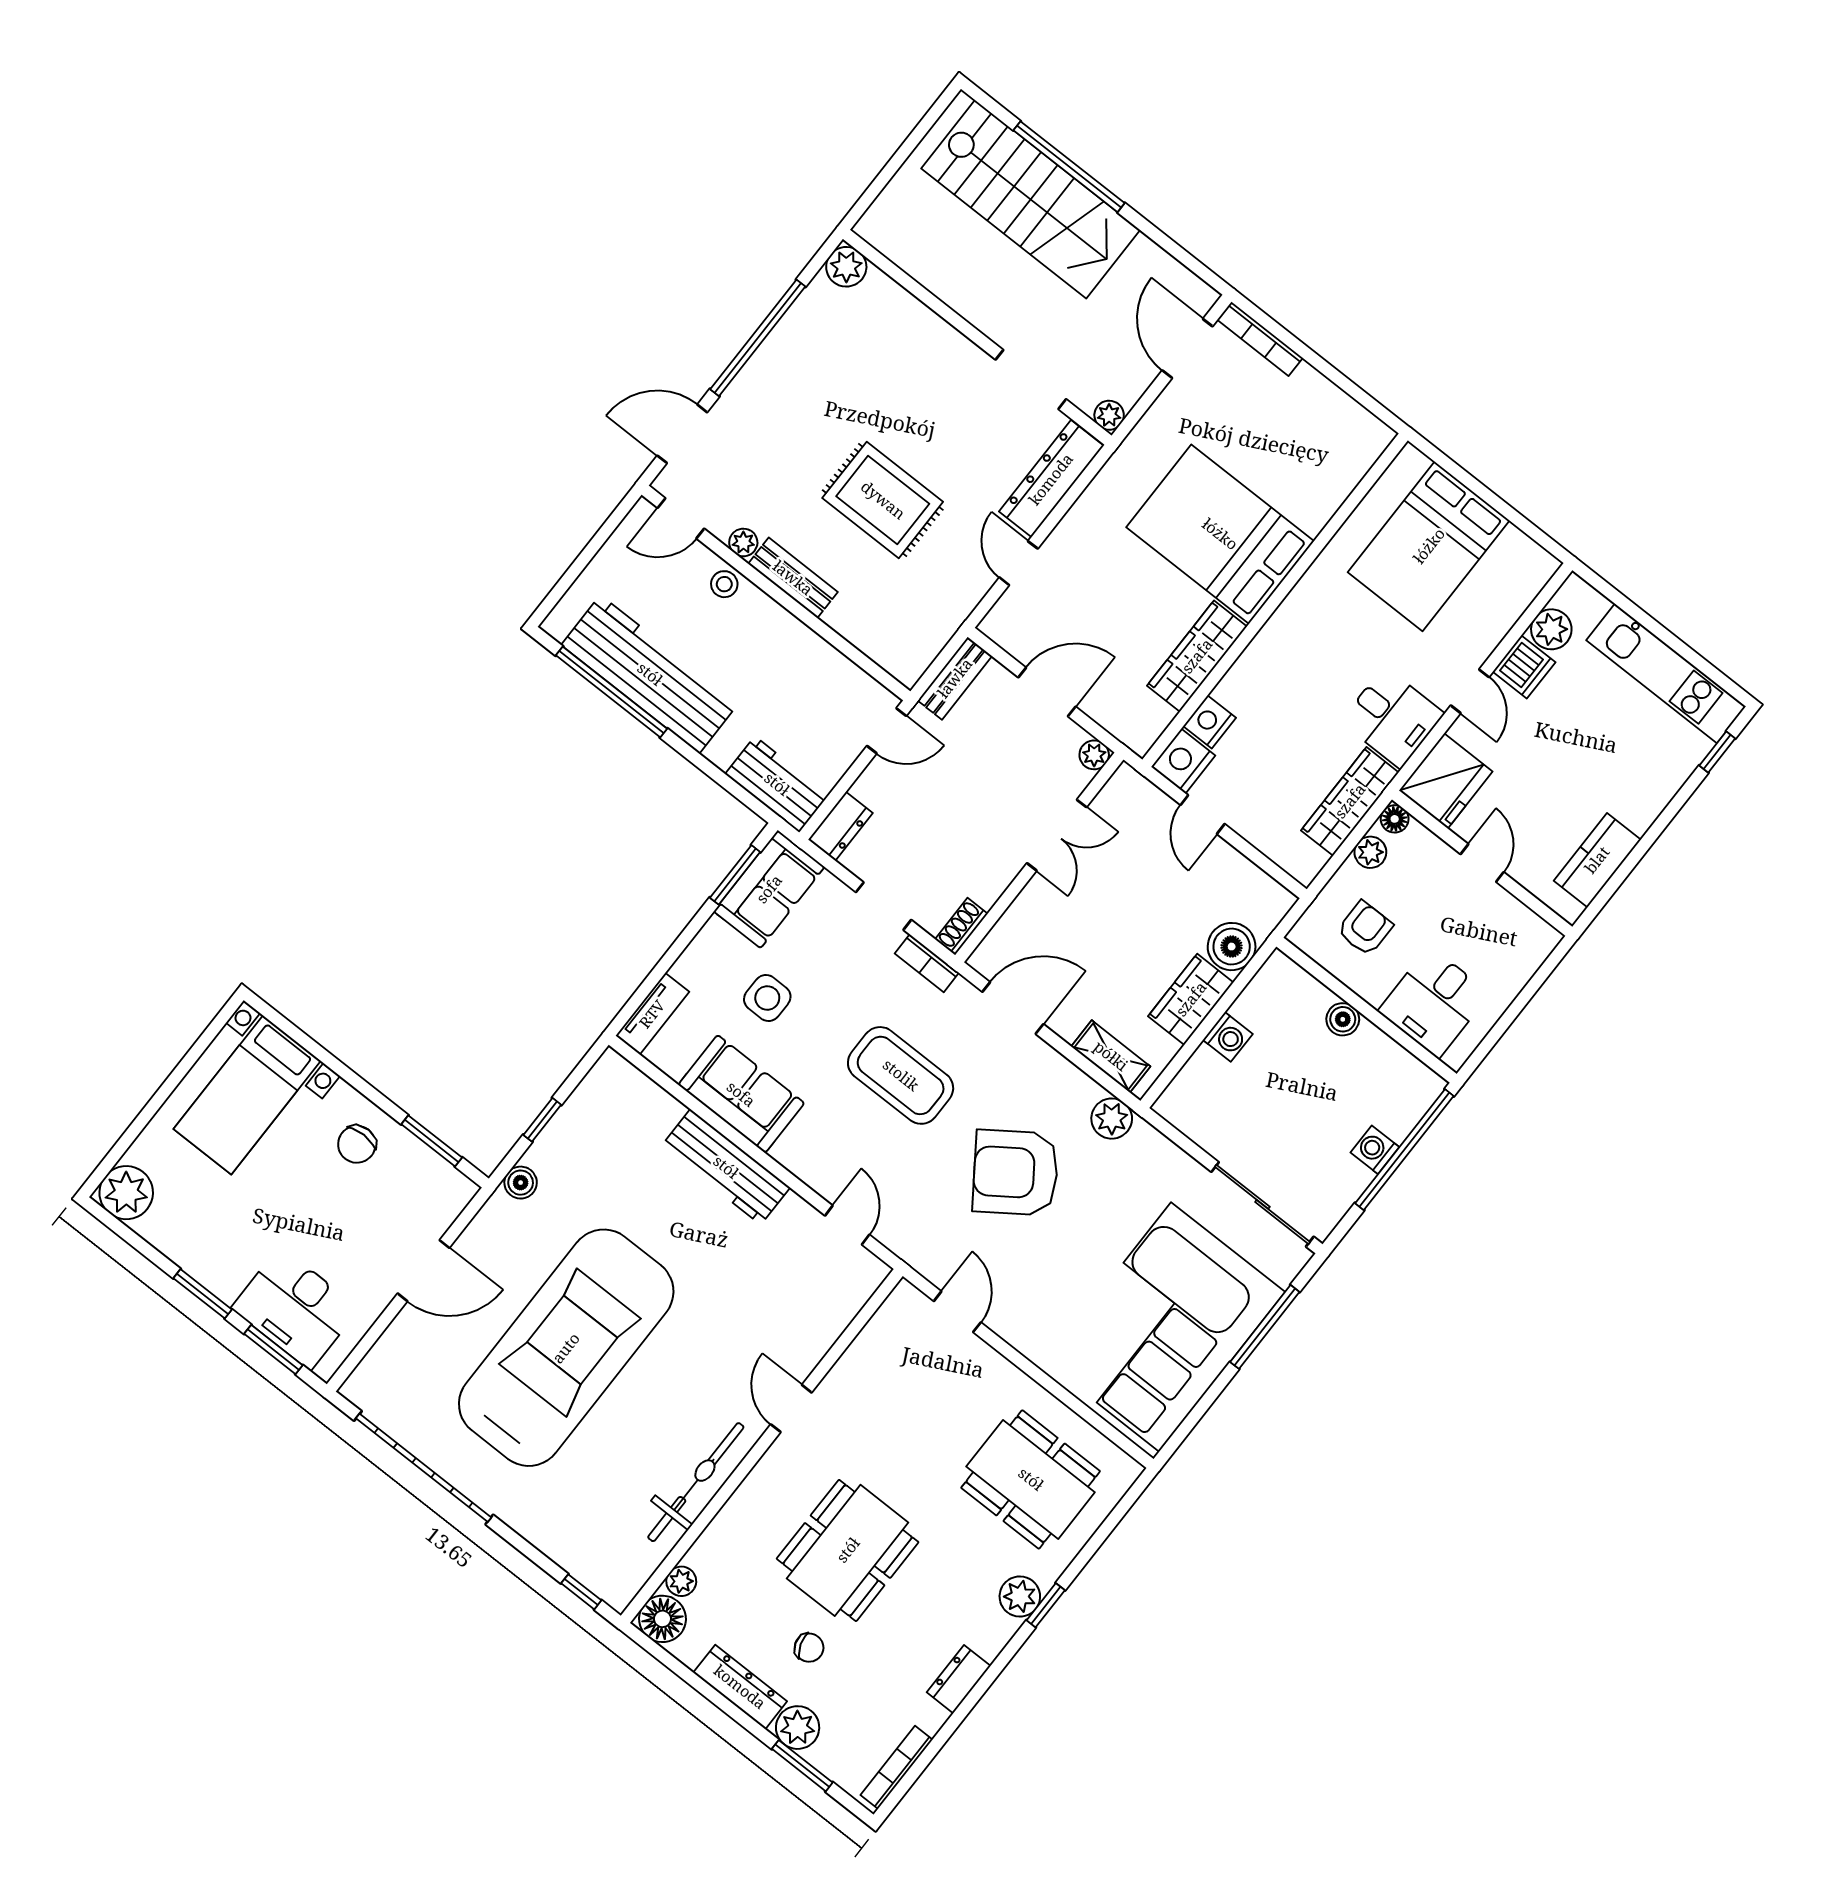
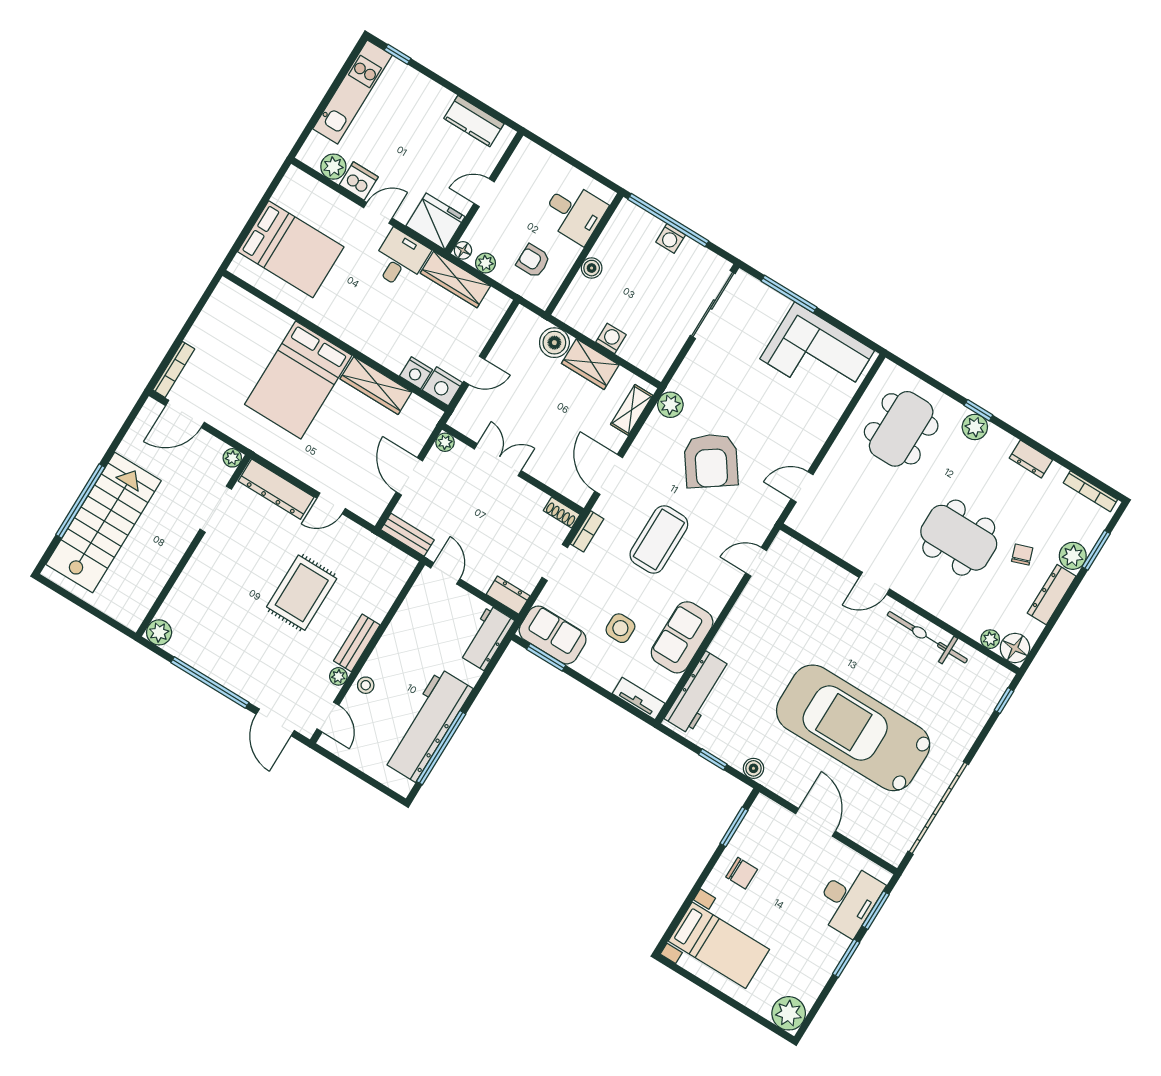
workbench: (726, 1167) -> (698, 693), moved
corner sofa: (1165, 1327) -> (817, 355), width x0.73, depth x0.74

